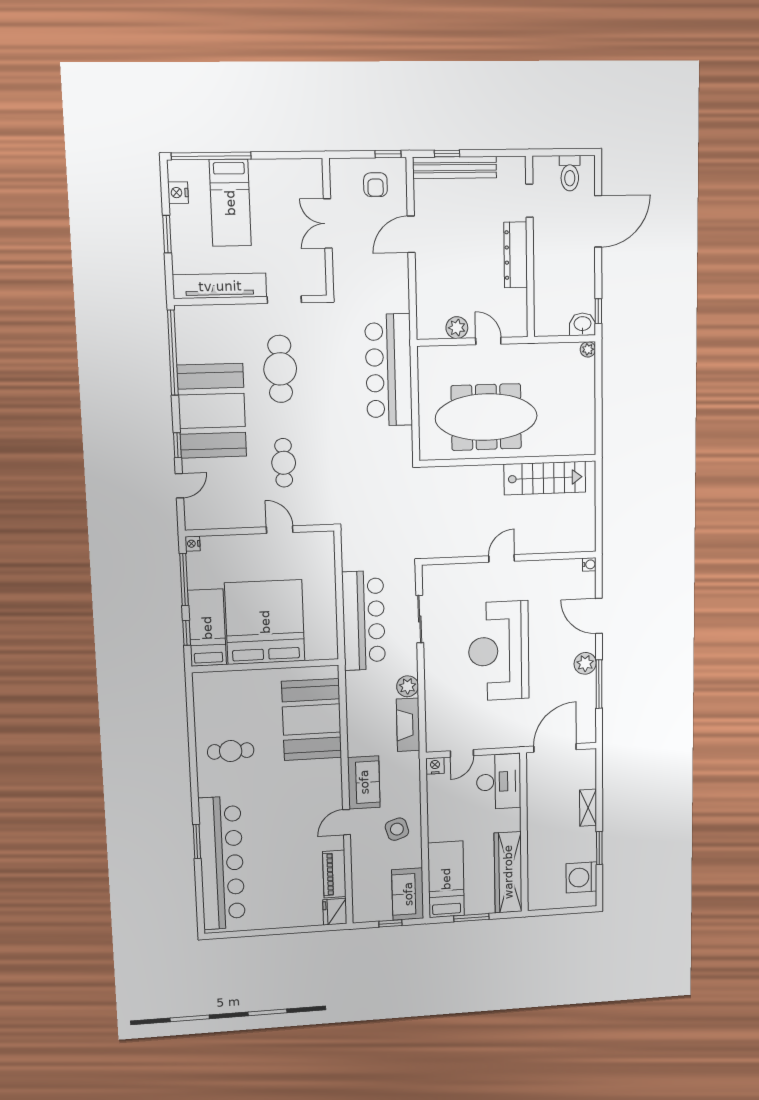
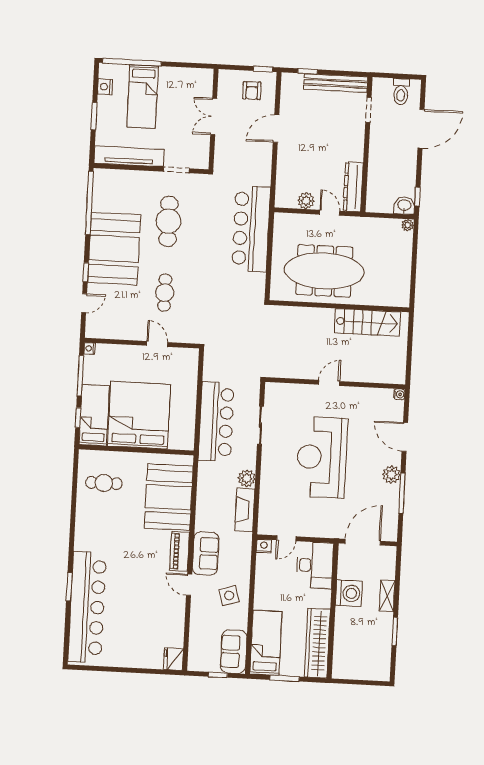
bench: (455, 168) -> (336, 83), moved
dresser: (516, 255) -> (353, 187), moved
cafe table: (231, 751) -> (104, 483), moved
door: (347, 822) -> (189, 585), hinge flipped
piano: (334, 874) -> (180, 551), moved
washing machine: (581, 877) -> (349, 593), moved, turned 180

